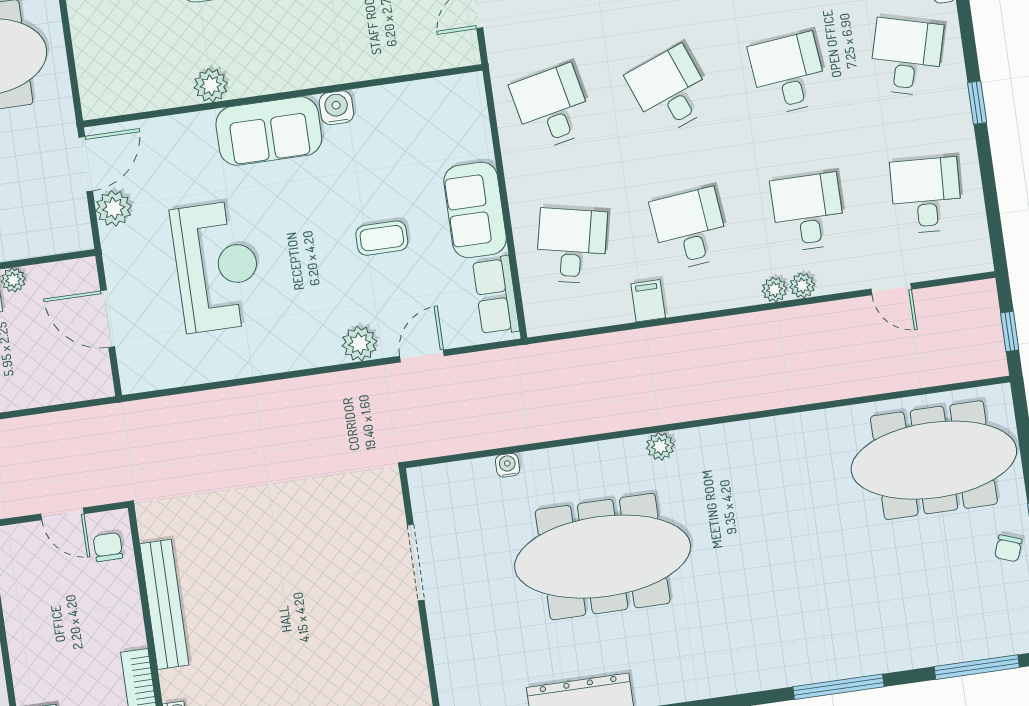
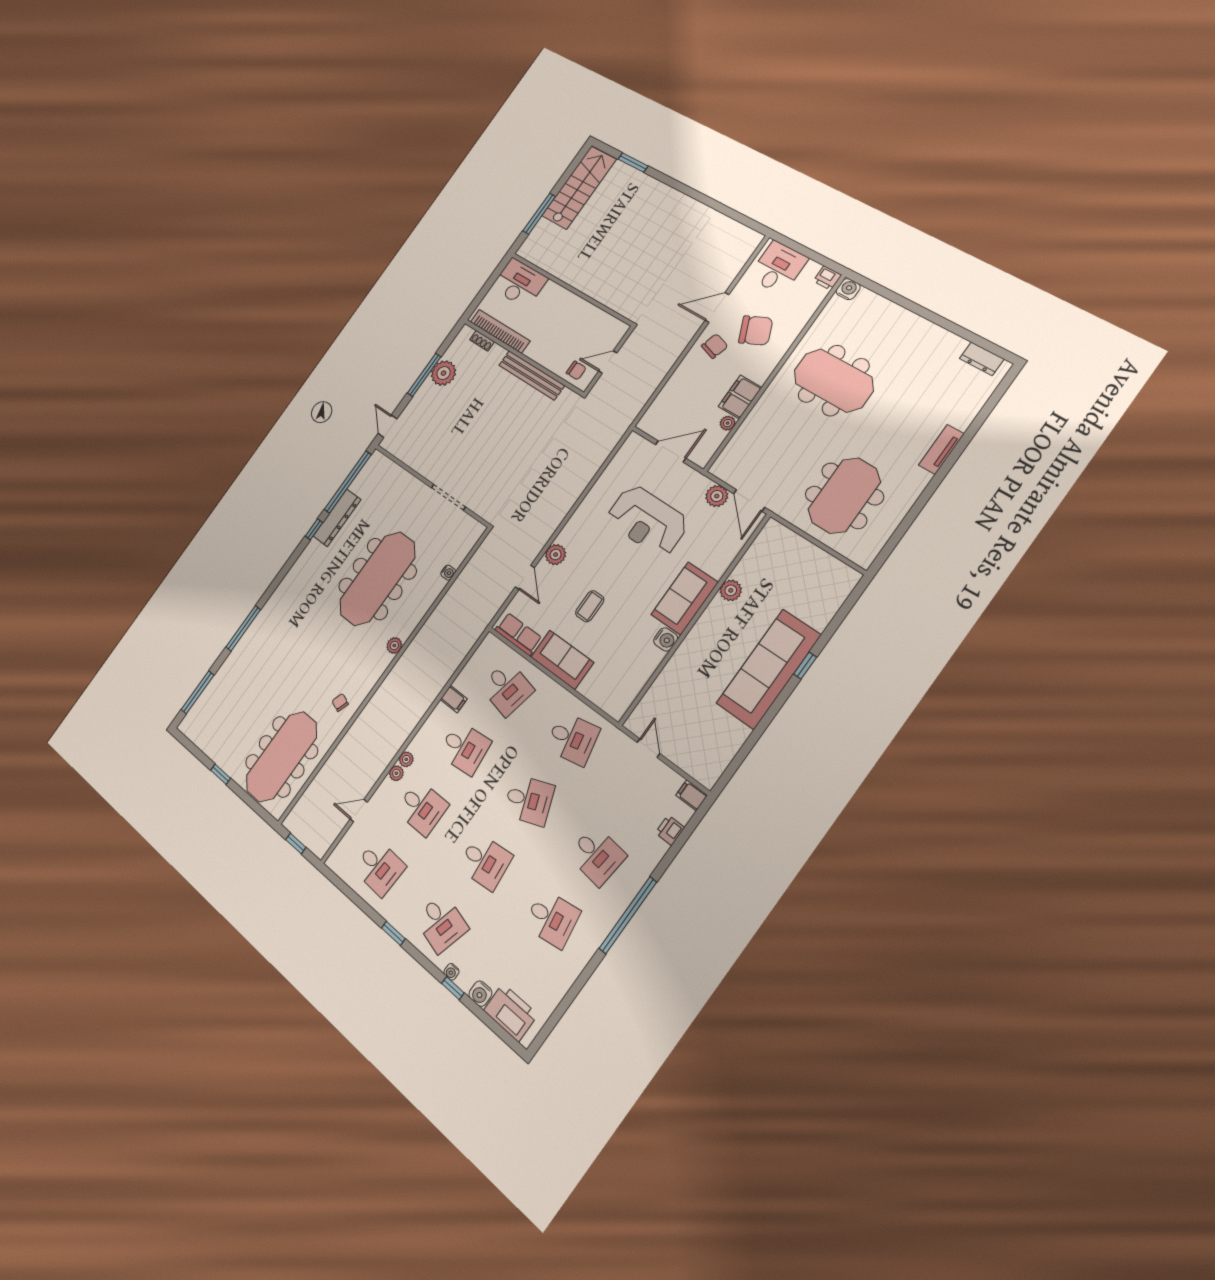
chair: (1008, 548) -> (340, 702), moved

